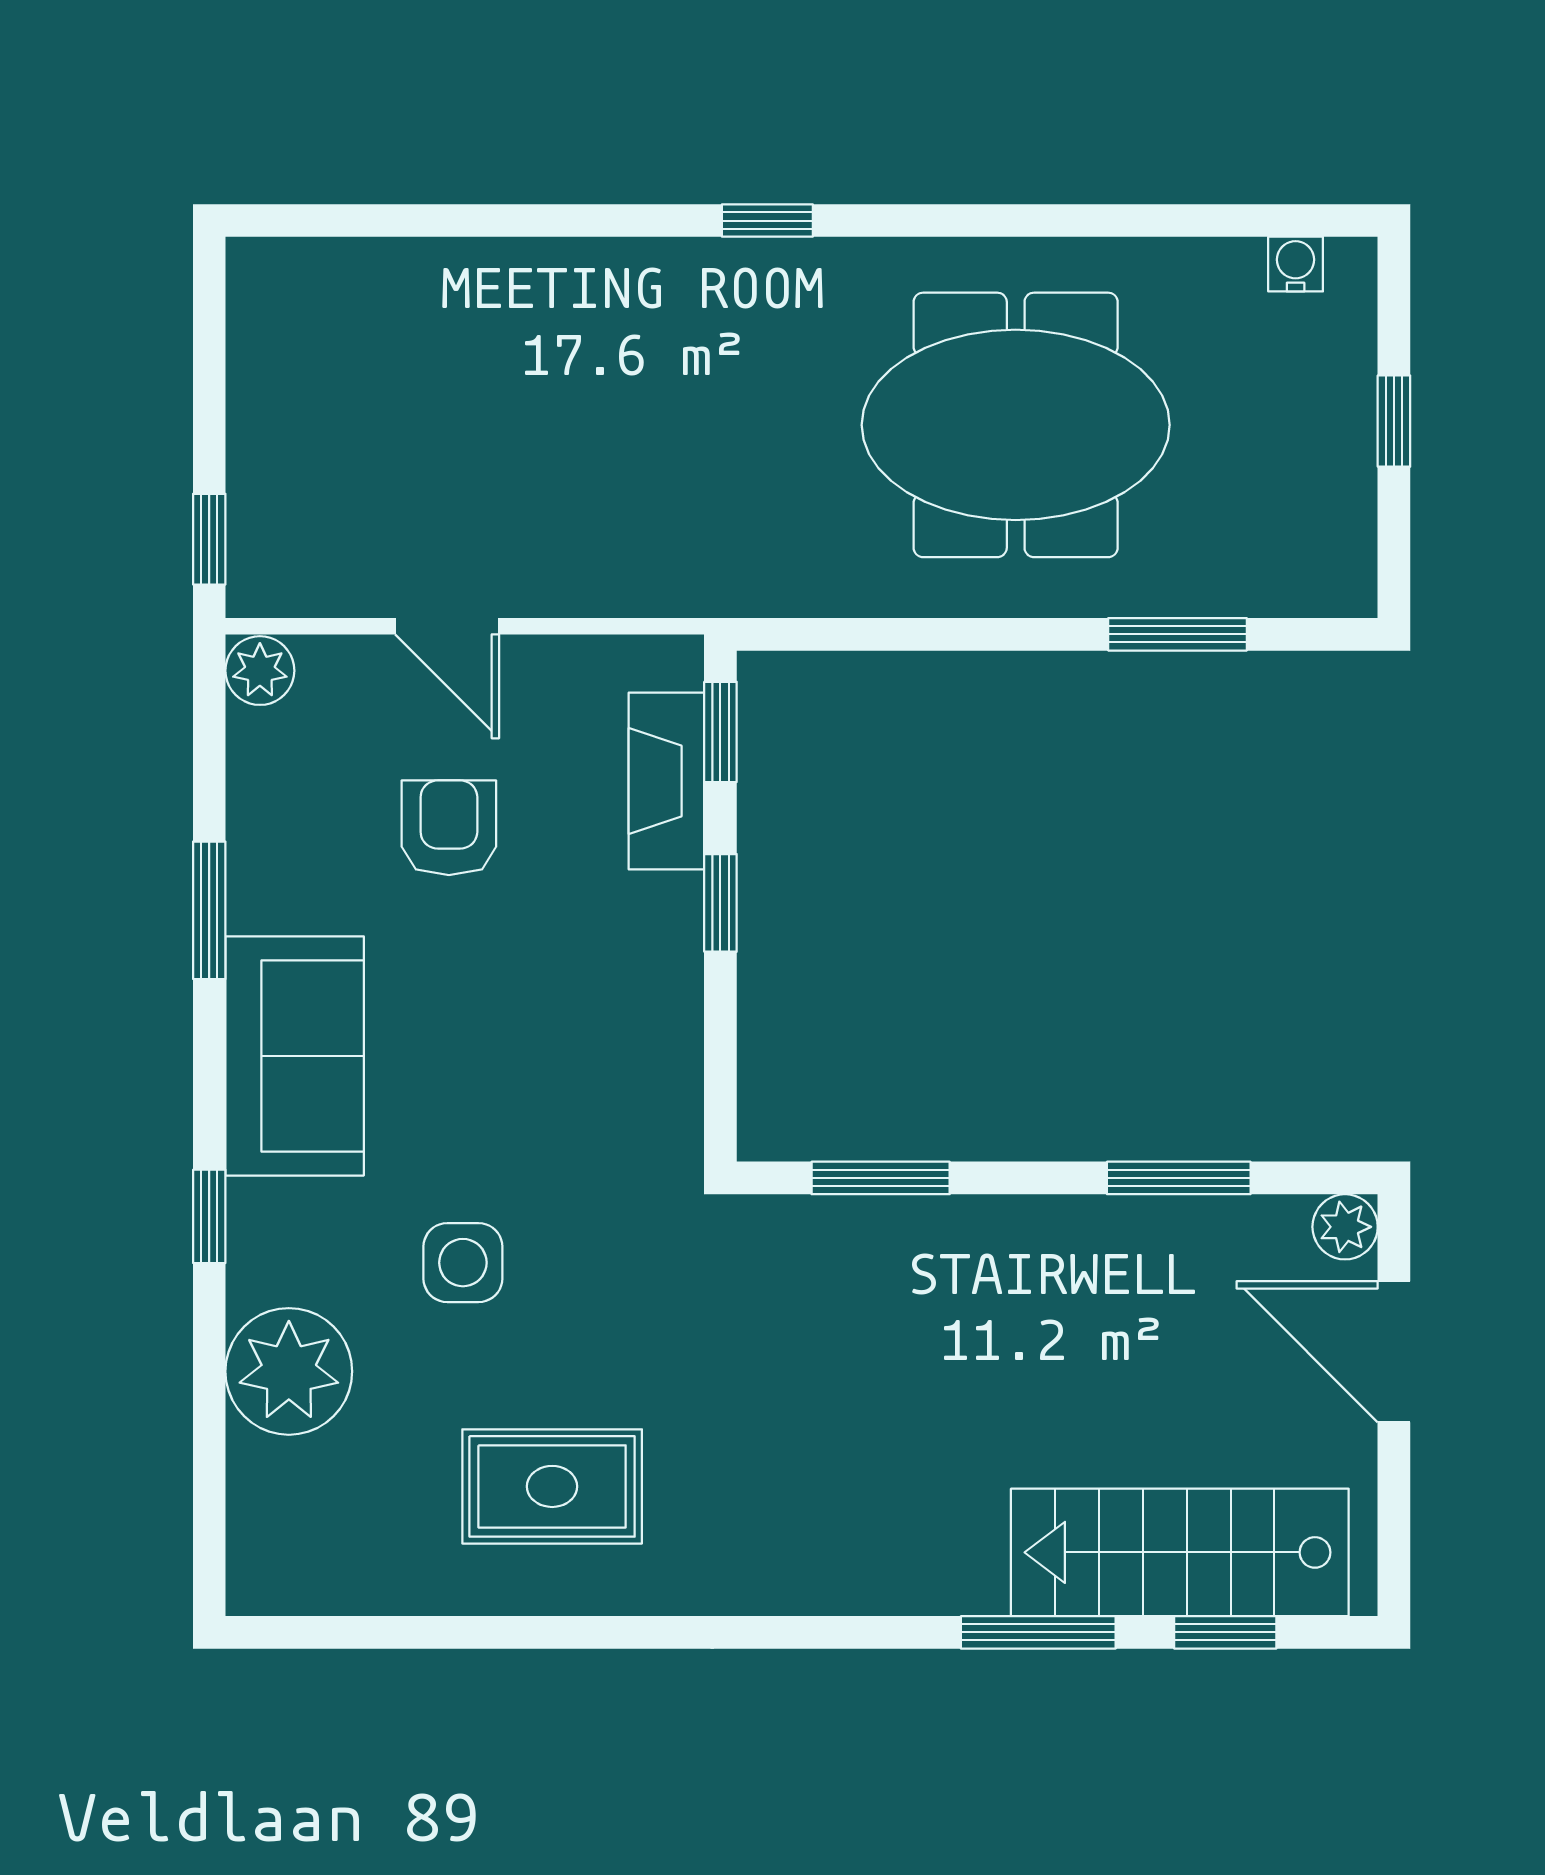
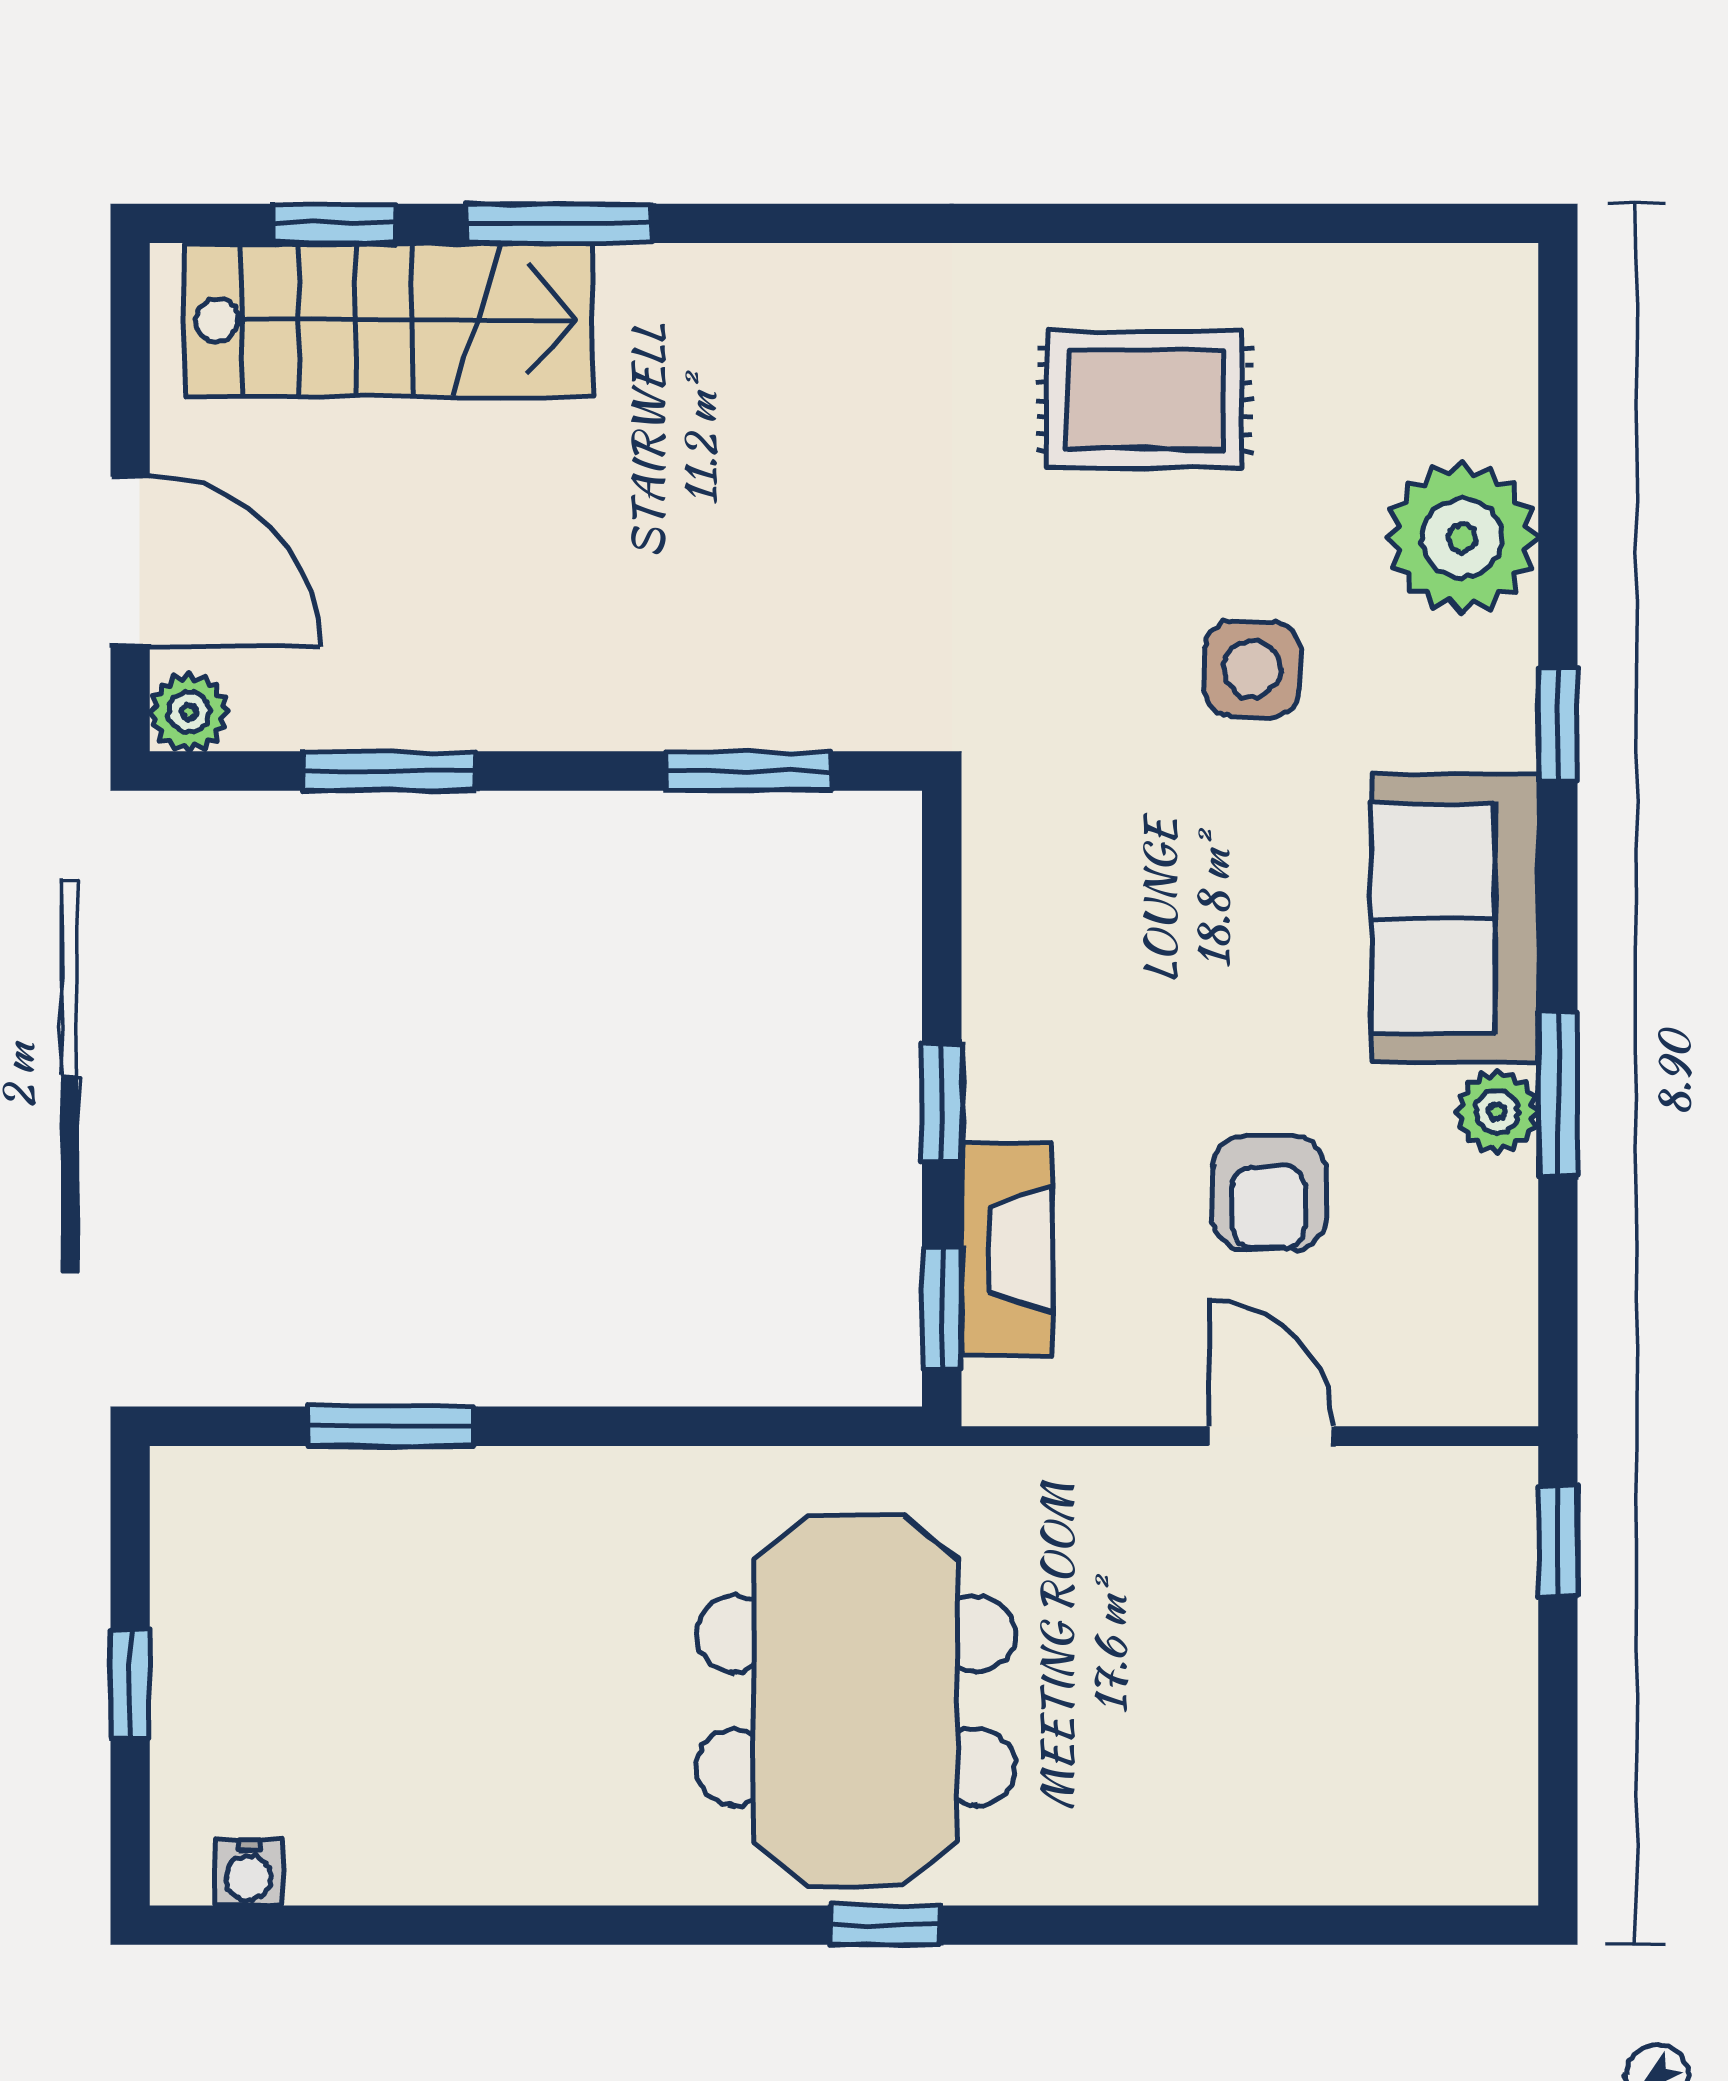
meeting table: (1016, 425) -> (856, 1700), moved, turned 90
plant: (260, 671) -> (1497, 1112), moved

